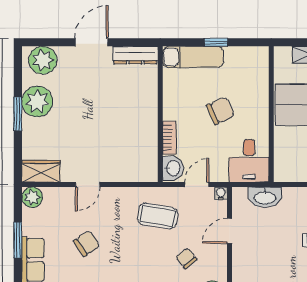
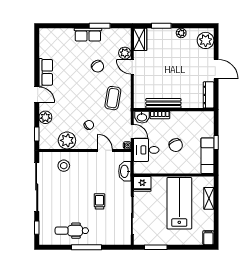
exam couch: (193, 57) -> (207, 156), moved
plant: (37, 102) -> (181, 33), width x0.53, depth x0.53
window: (18, 114) -> (161, 26), moved
bench: (150, 132) -> (163, 103), added
desk: (249, 161) -> (146, 150), moved
fridge: (286, 168) -> (142, 184), added
plant: (32, 197) -> (125, 53), moved
coffee table: (158, 216) -> (113, 98), moved

